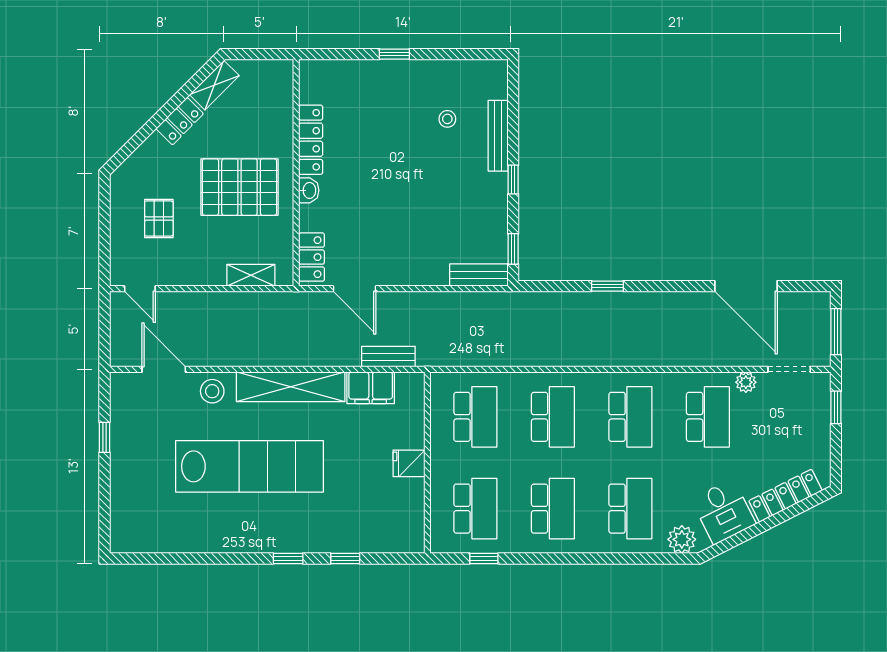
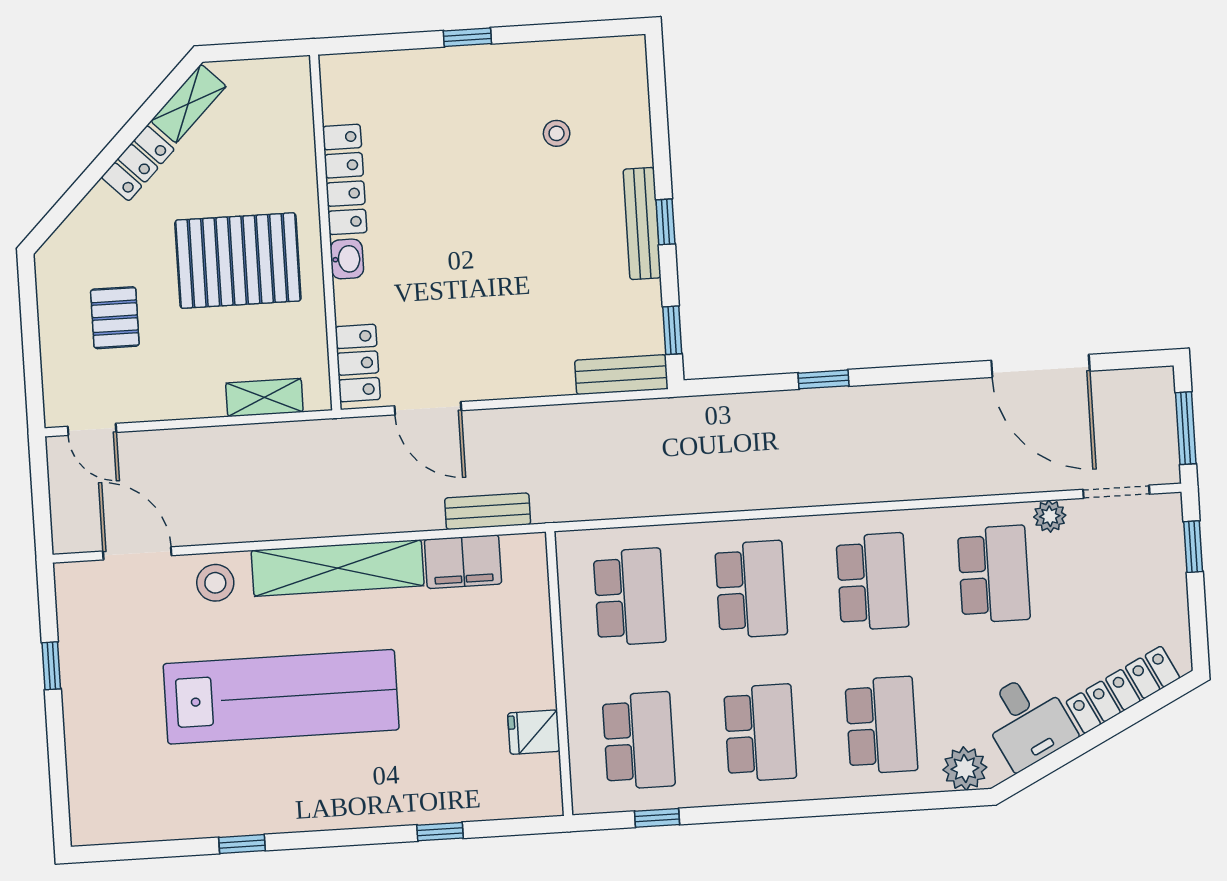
bench: (498, 136) -> (642, 224), moved
fridge: (409, 463) -> (534, 732), moved
window: (288, 559) -> (242, 844), moved

